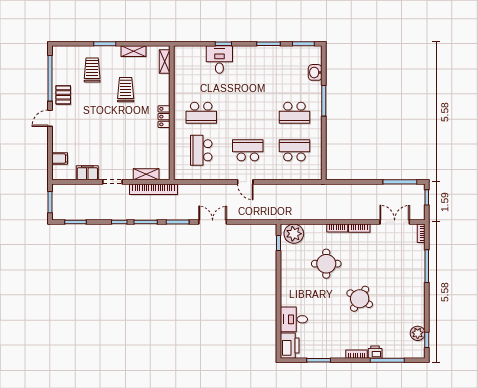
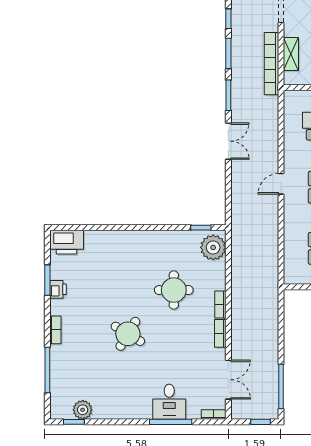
desk: (294, 319) -> (169, 402), moved, turned 180
printer: (375, 352) -> (58, 289), moved

